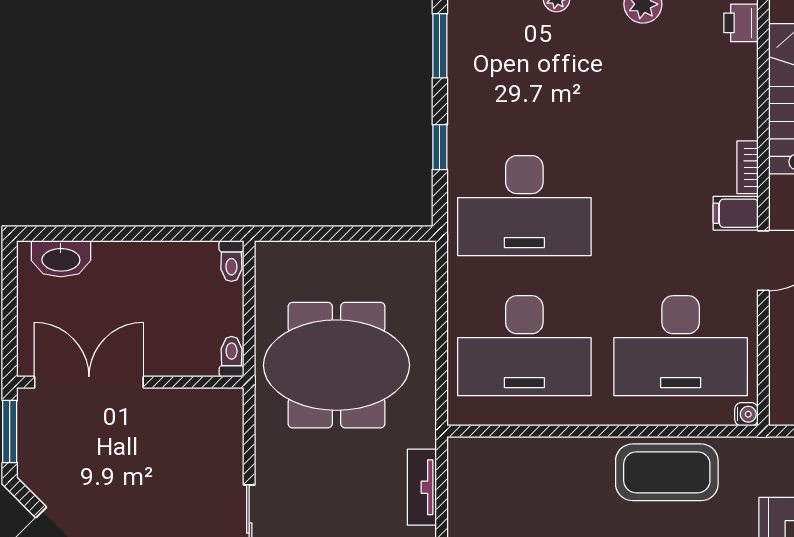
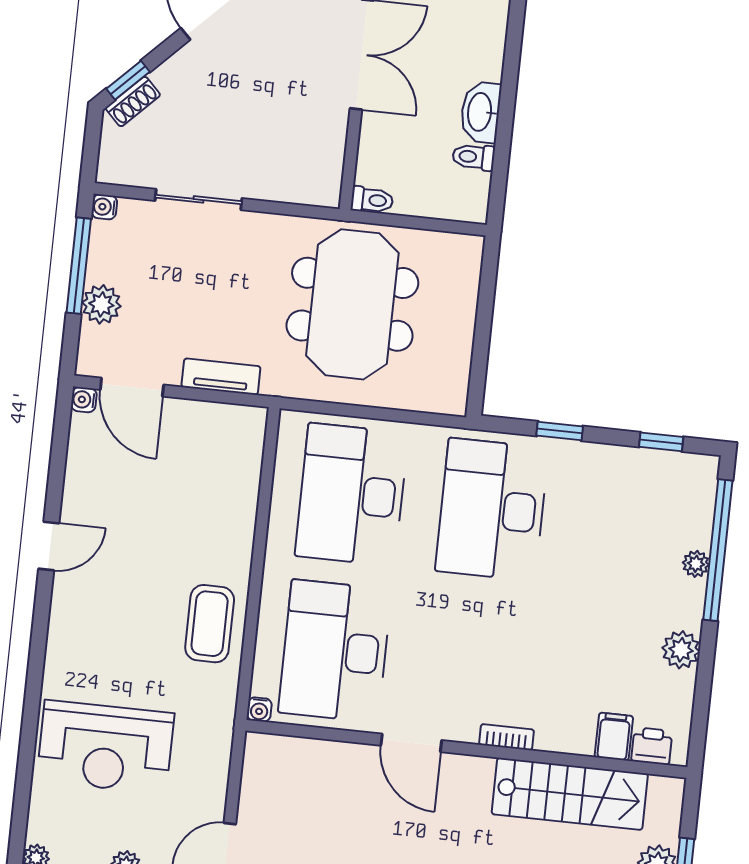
window: (440, 46) -> (661, 442), width x0.67
filing cabinet: (736, 213) -> (614, 737), moved
washbasin: (61, 259) -> (481, 112), moved
toilet: (231, 261) -> (474, 157), moved
coffee table: (667, 472) -> (210, 624), width x0.73, depth x0.76

